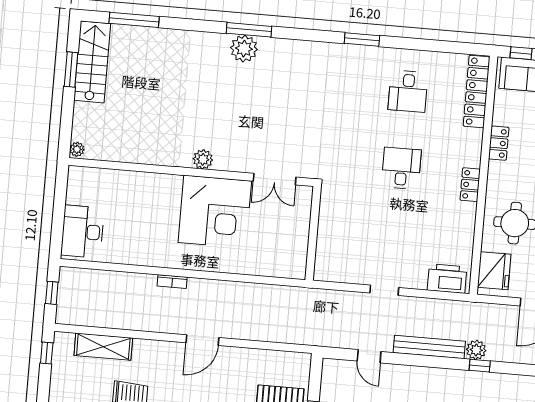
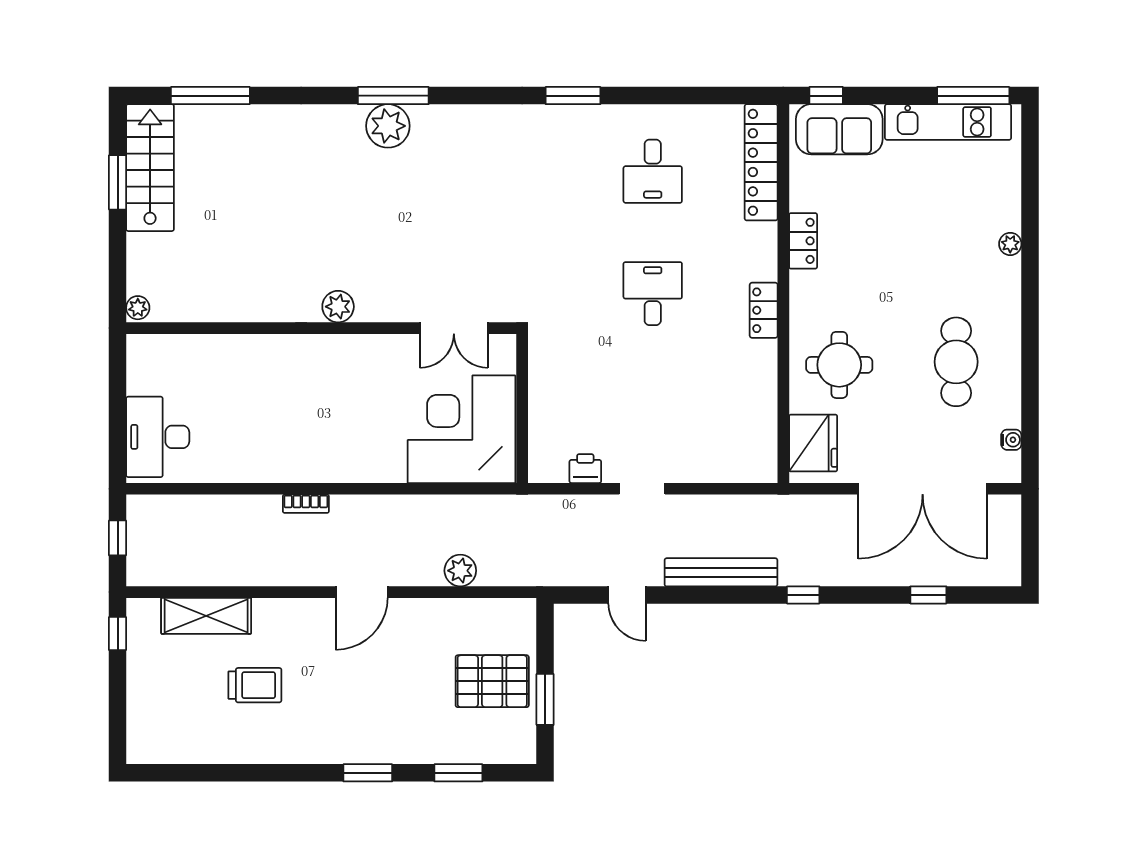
corner desk: (215, 212) -> (462, 429), moved, turned 180
printer: (447, 278) -> (585, 469), moved, width x0.53, depth x0.68
plant: (476, 350) -> (460, 571), moved

